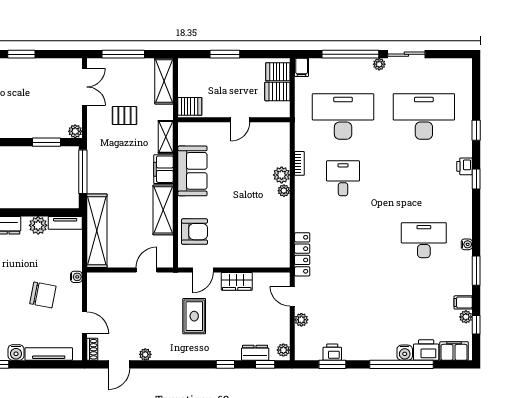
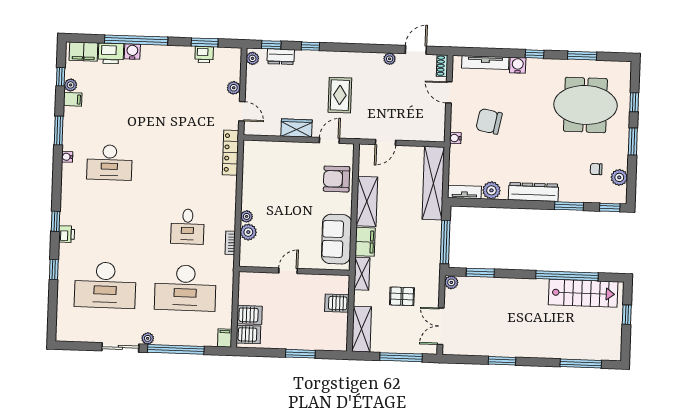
wall: (234, 120) -> (294, 271), moved
door: (240, 120) -> (288, 271), moved

